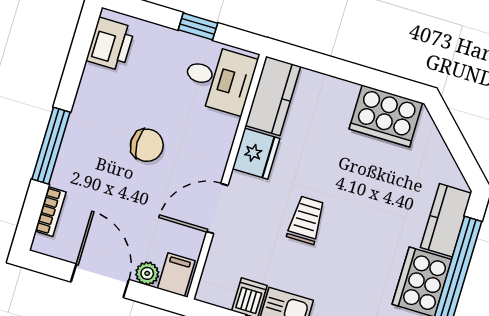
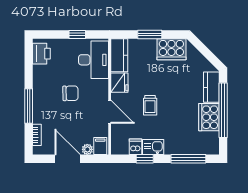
window: (350, 72) -> (150, 35), added
desk: (219, 79) -> (93, 60), width x1.37
door: (217, 209) -> (110, 112), swing flipped
trolley: (306, 220) -> (150, 105), turned 180

